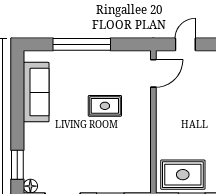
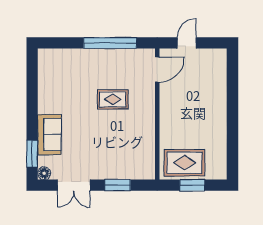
window: (82, 44) -> (110, 43), moved
sofa: (36, 92) -> (49, 135), moved, width x0.73

